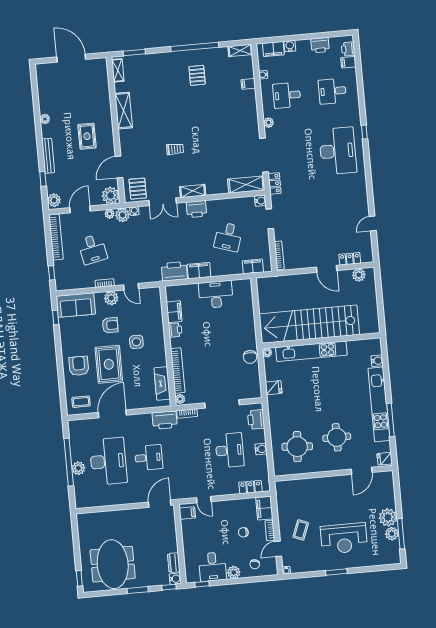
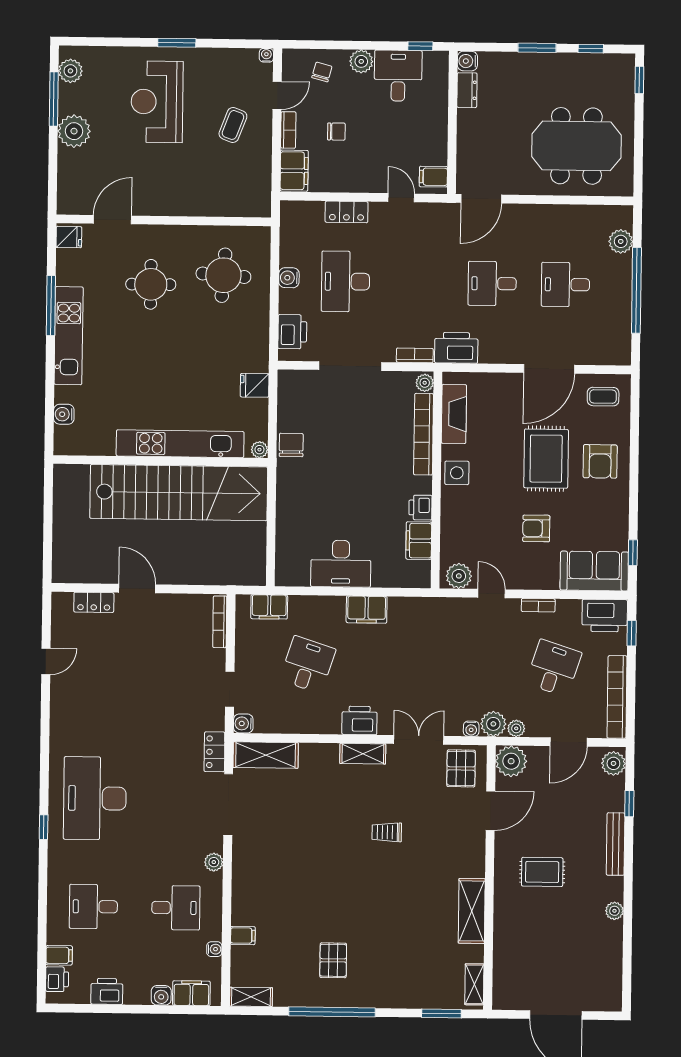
desk: (332, 91) -> (93, 907), turned 180
rug: (87, 136) -> (542, 872), turned 90
desk: (92, 249) -> (554, 668), turned 30
printer: (174, 271) -> (605, 616), moved
plant: (359, 275) -> (81, 572), removed
plant: (111, 298) -> (459, 576), moved
side table: (136, 342) -> (457, 473), moved
kitchen unit: (379, 404) -> (69, 336), width x0.73
desk: (108, 461) -> (565, 285), width x0.53, depth x0.77
plant: (78, 468) -> (621, 241), moved
locker: (250, 487) -> (347, 212), moved
plant: (392, 534) -> (70, 71), moved
reception desk: (344, 538) -> (157, 102), turned -90
meeting table: (113, 564) -> (576, 146), moved, turned 90
window: (169, 587) -> (591, 49), moved

